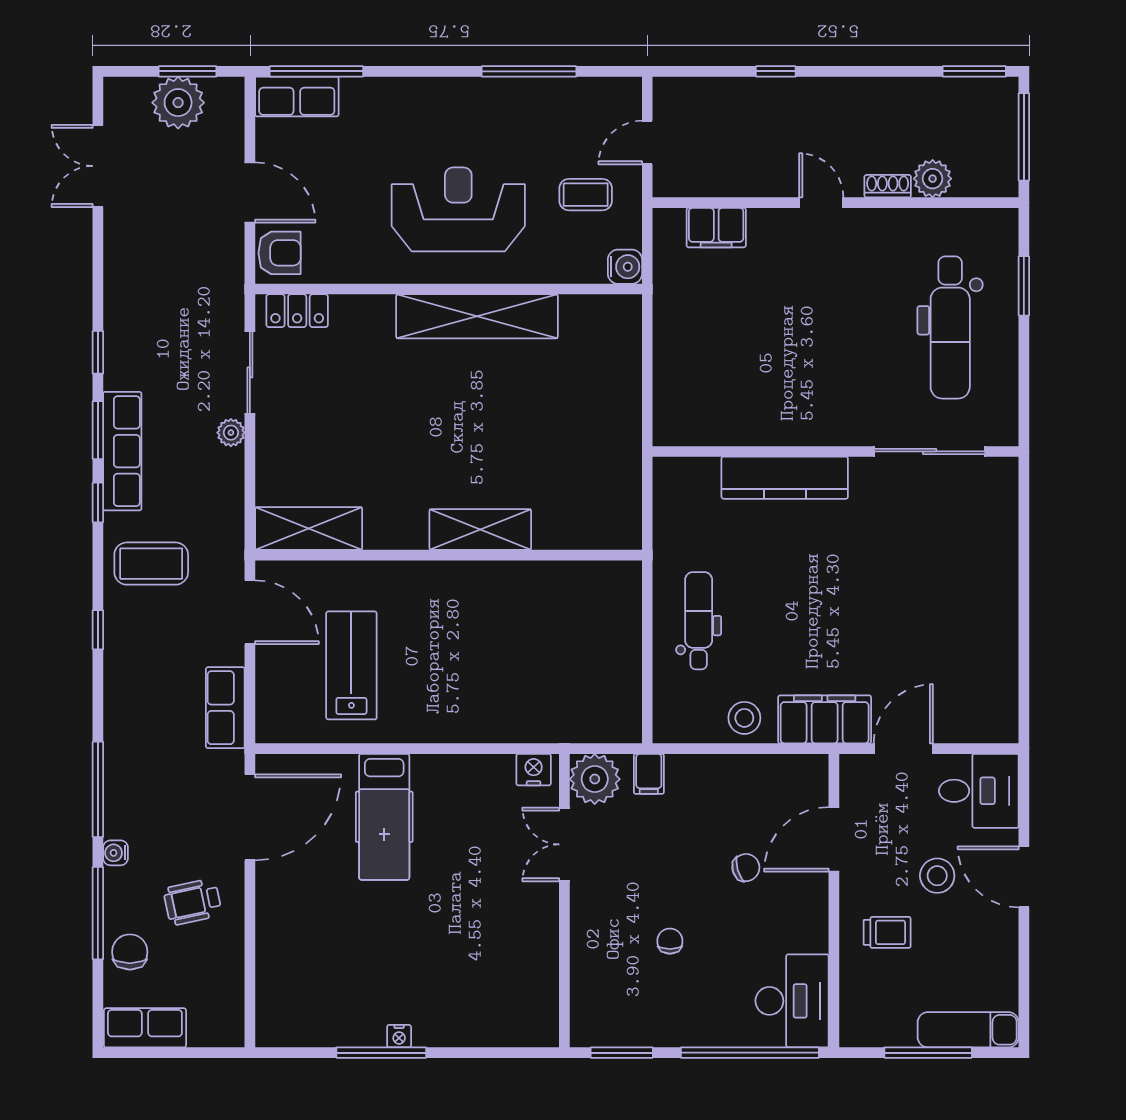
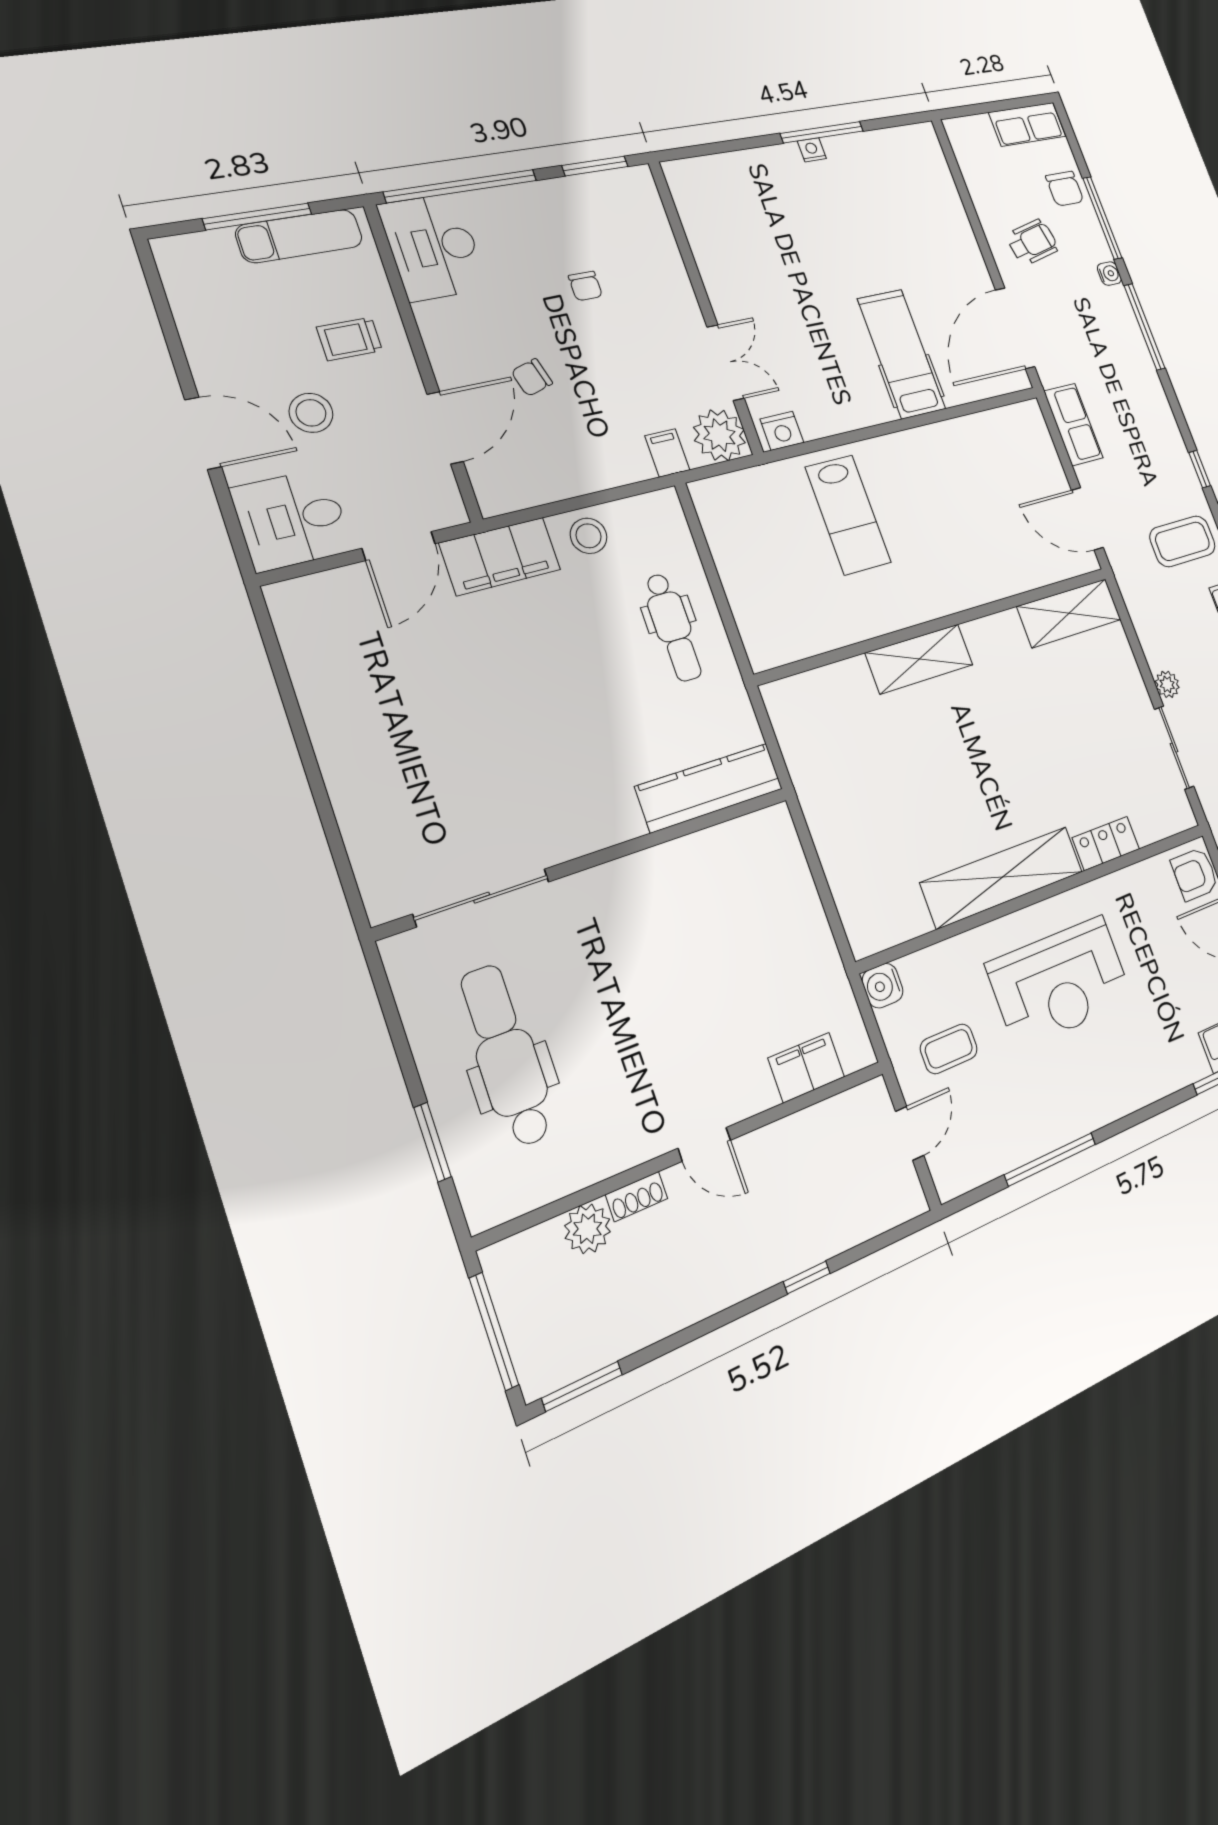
locker: (297, 311) -> (1106, 843), moved
kitchen counter: (785, 478) -> (709, 788), moved
lab bench: (351, 665) -> (848, 515), moved
exam couch: (968, 1030) -> (299, 236), moved

